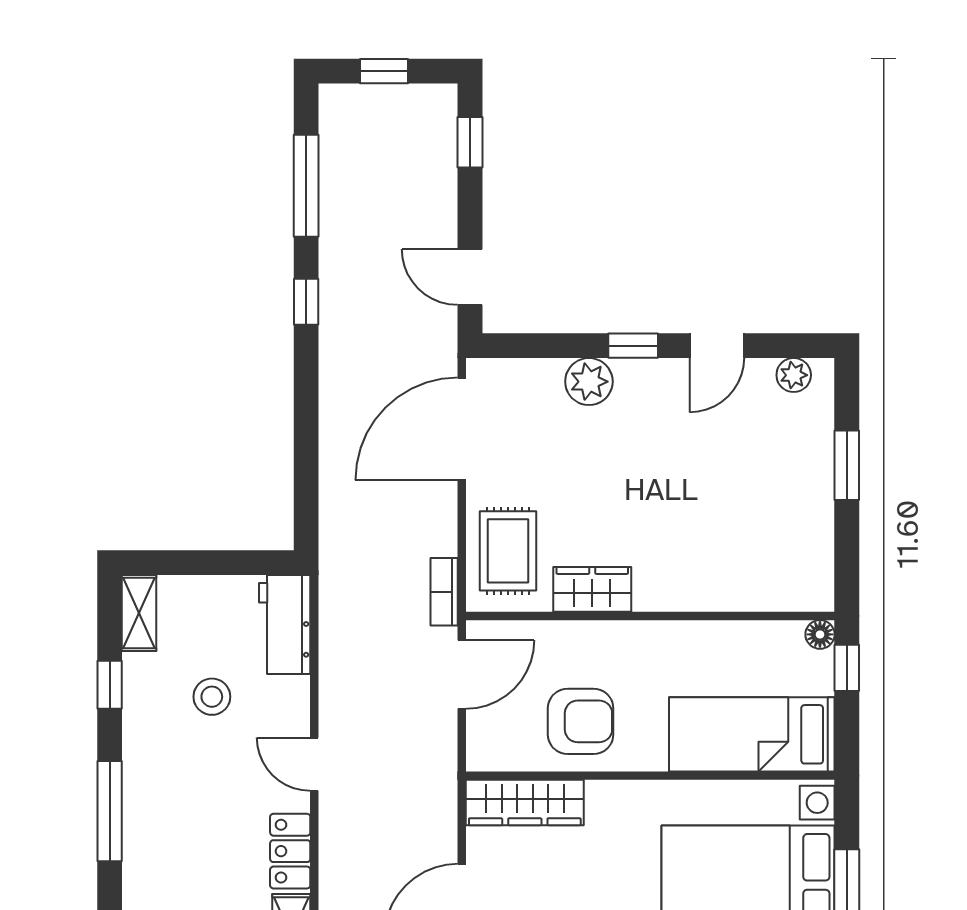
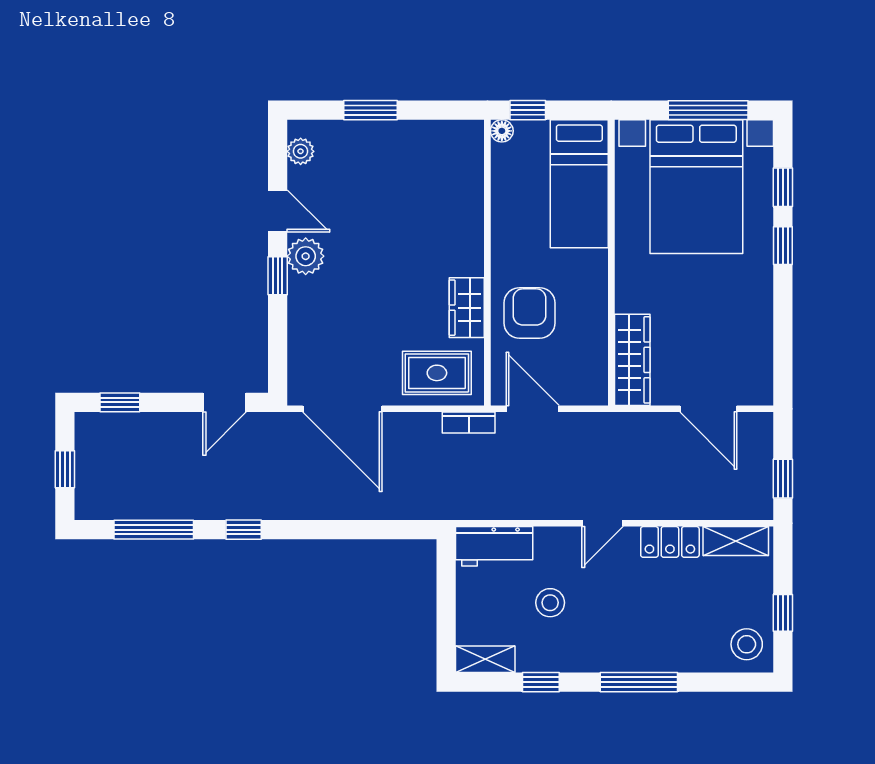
plant: (589, 382) -> (306, 256), moved
armchair: (581, 721) -> (530, 313), moved

